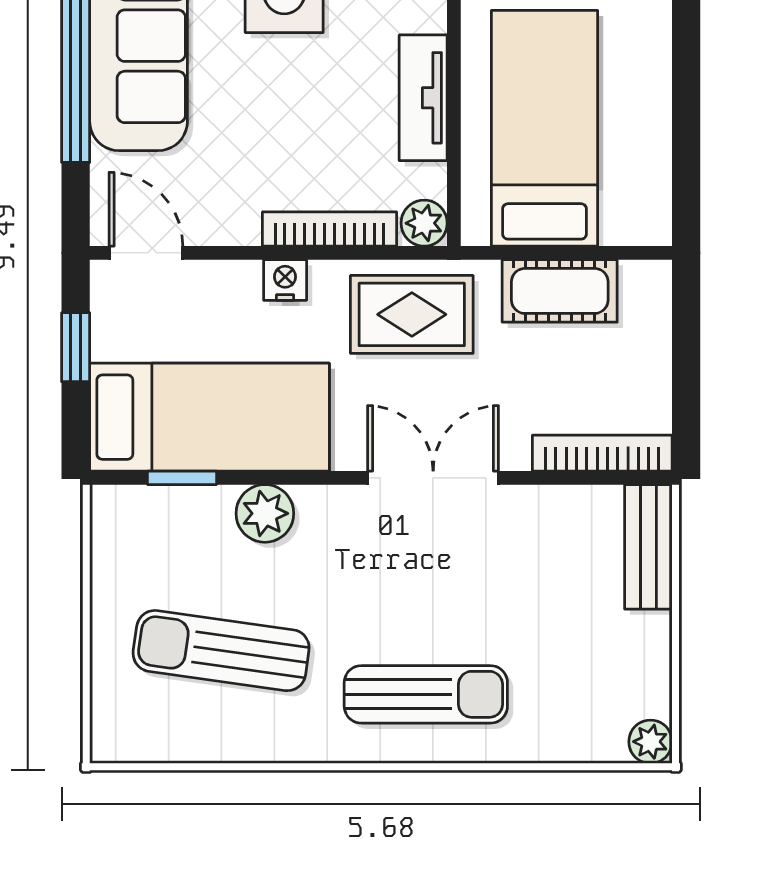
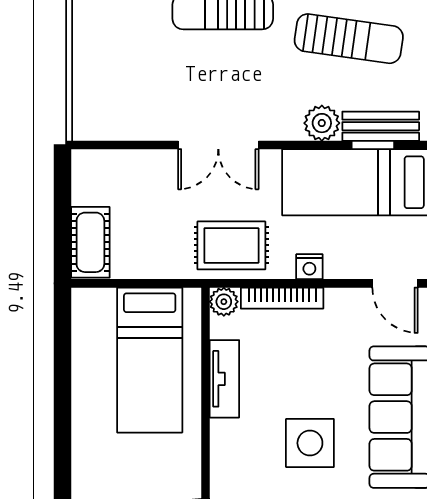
cot: (560, 291) -> (90, 242), moved, turned 90
bookcase: (602, 453) -> (114, 160), removed
bench: (648, 547) -> (381, 126), moved, turned 90

